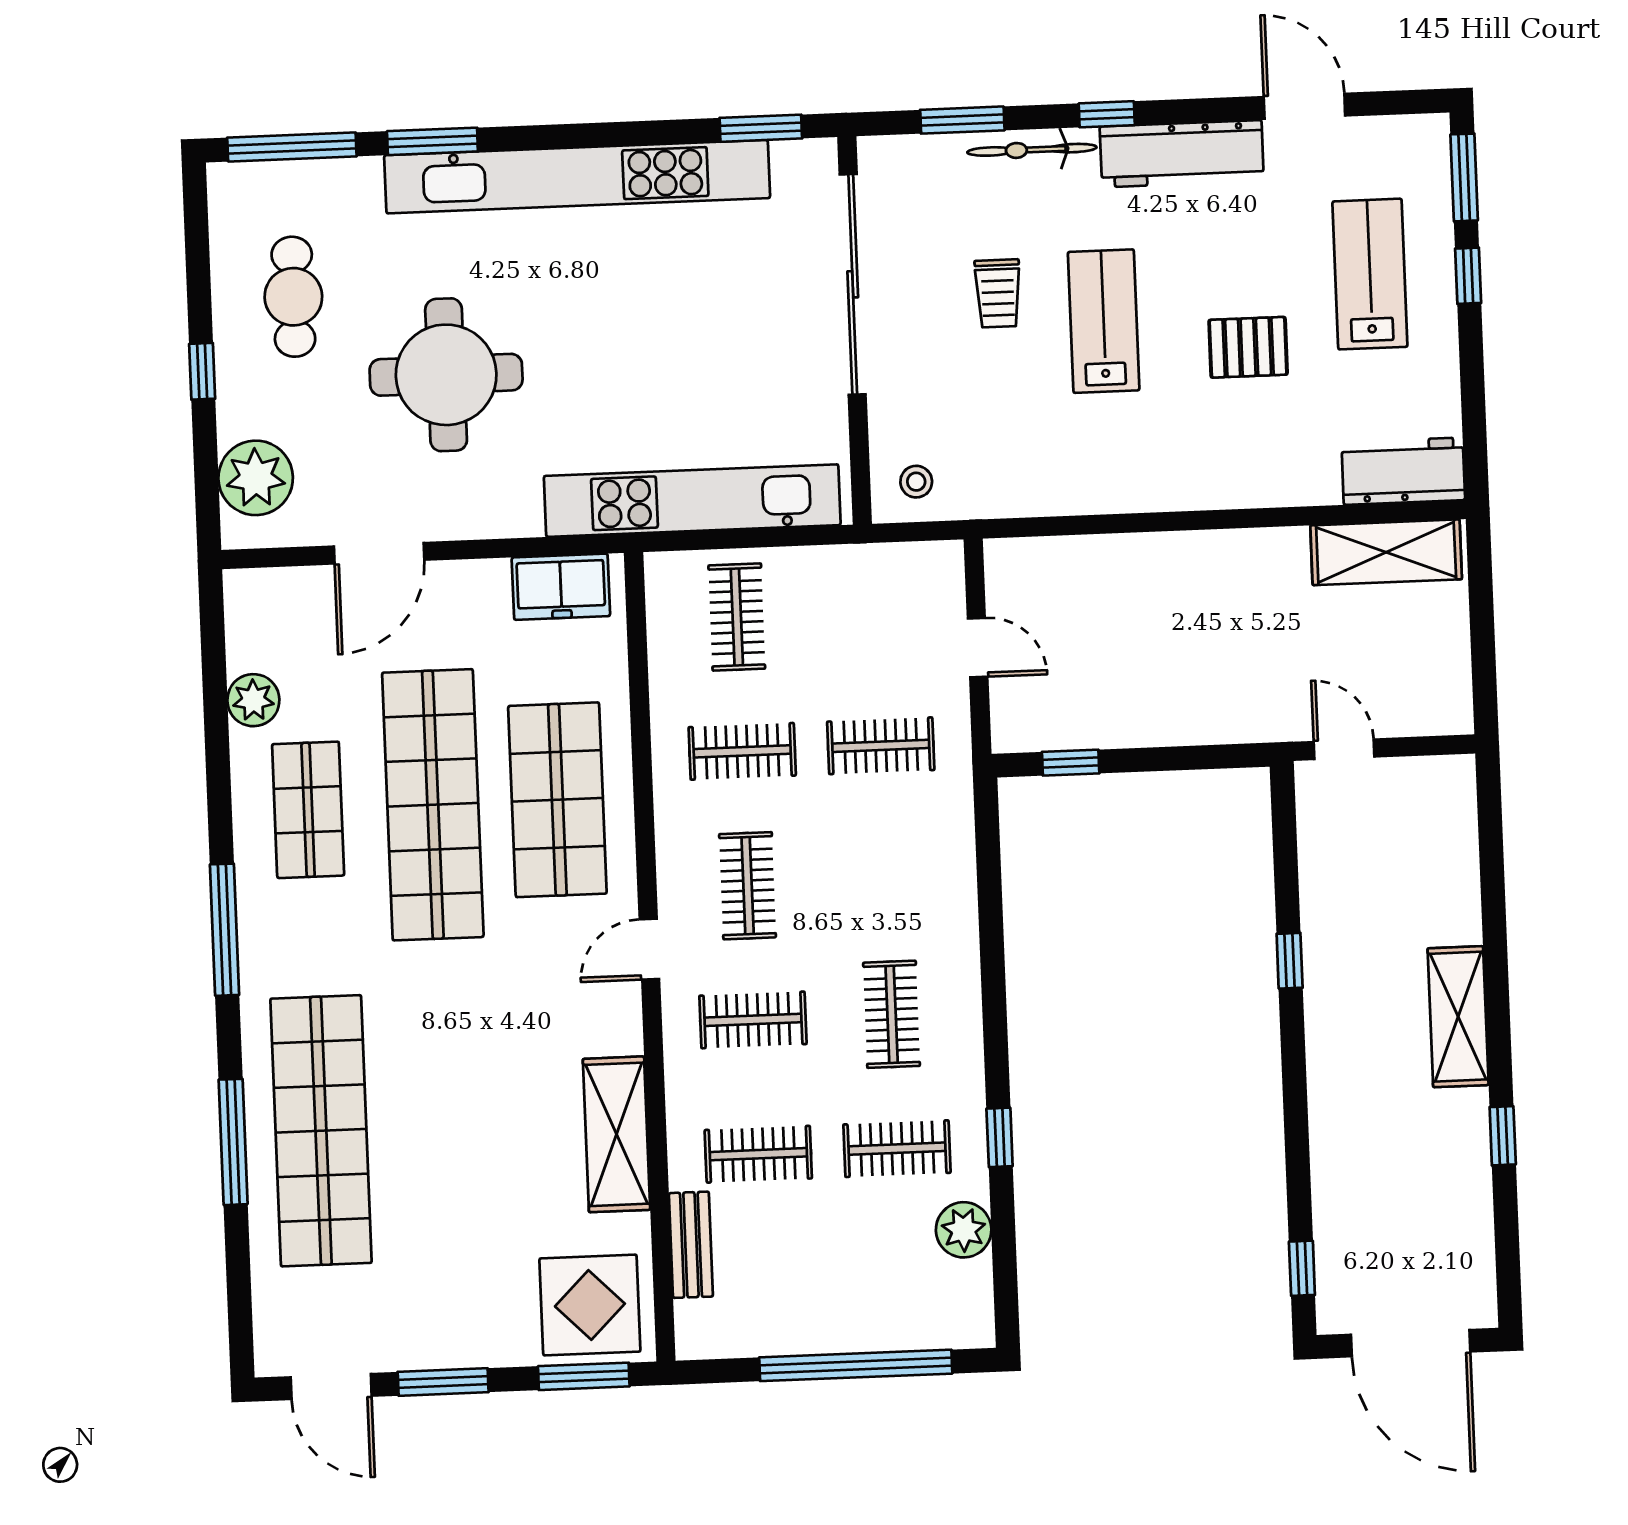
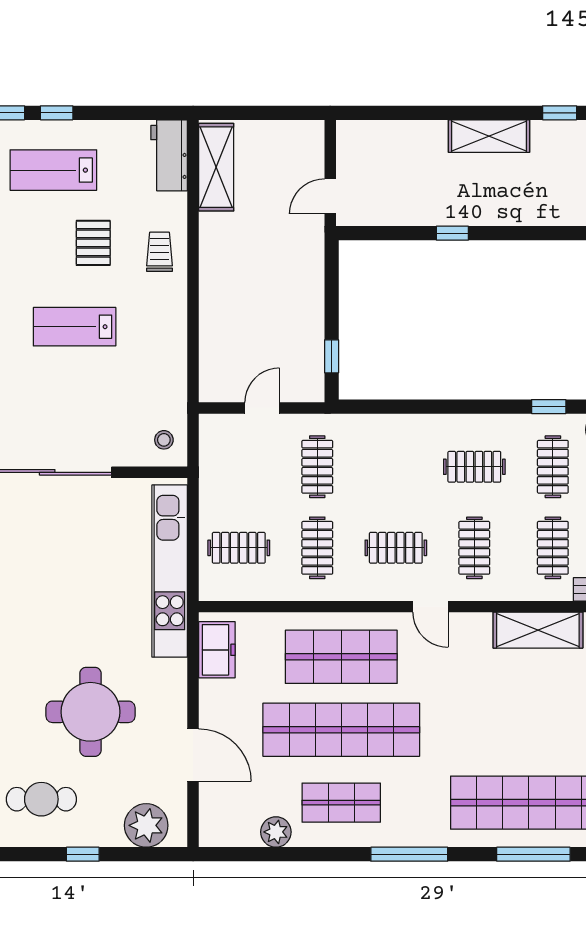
trolley: (998, 293) -> (160, 252), moved, turned -90

